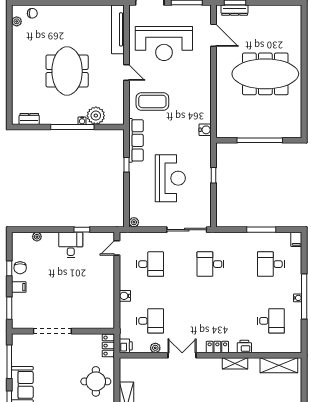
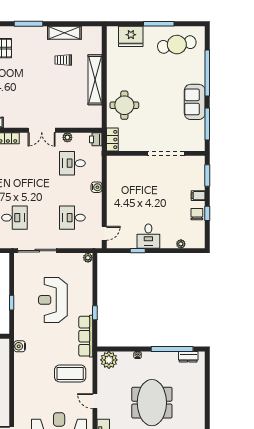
plant: (96, 116) -> (109, 360), moved
window: (72, 127) -> (172, 349), moved

